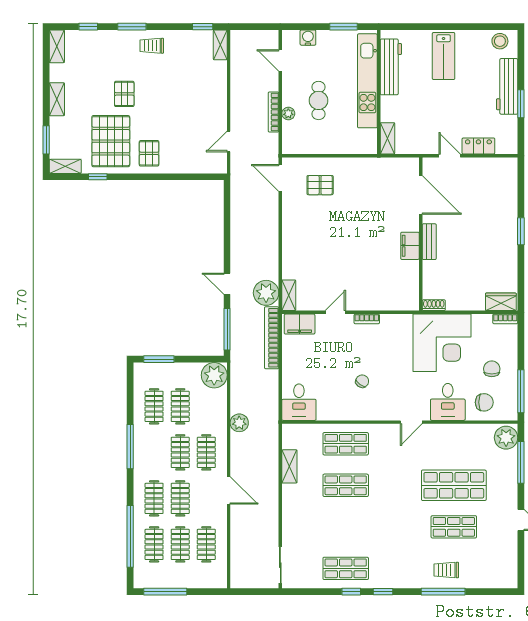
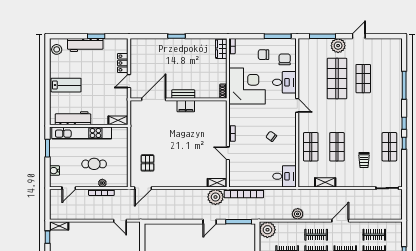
filing cabinet: (300, 324) -> (235, 176), removed
plant: (506, 438) -> (338, 46), moved
trolley: (446, 570) -> (364, 160), moved

